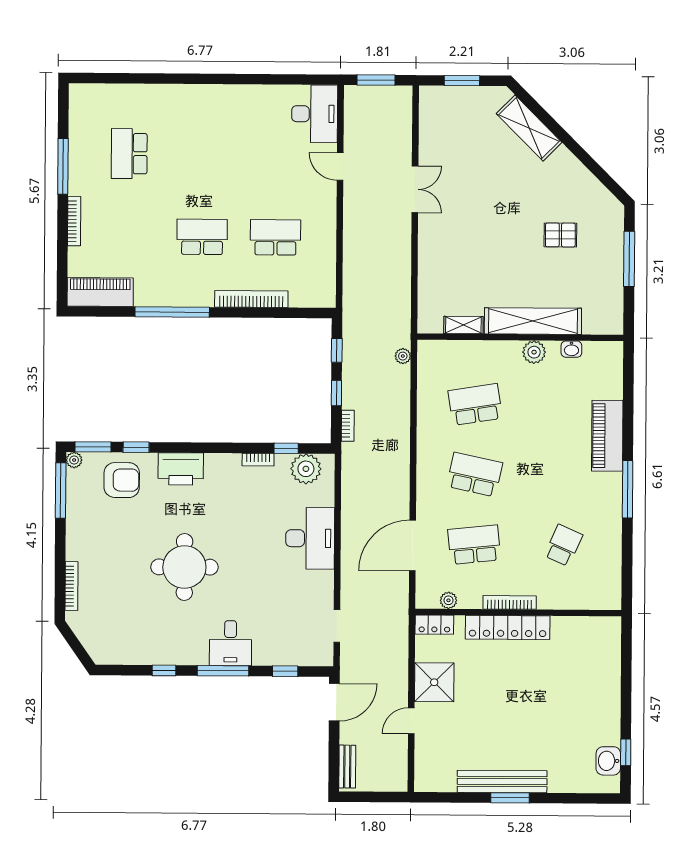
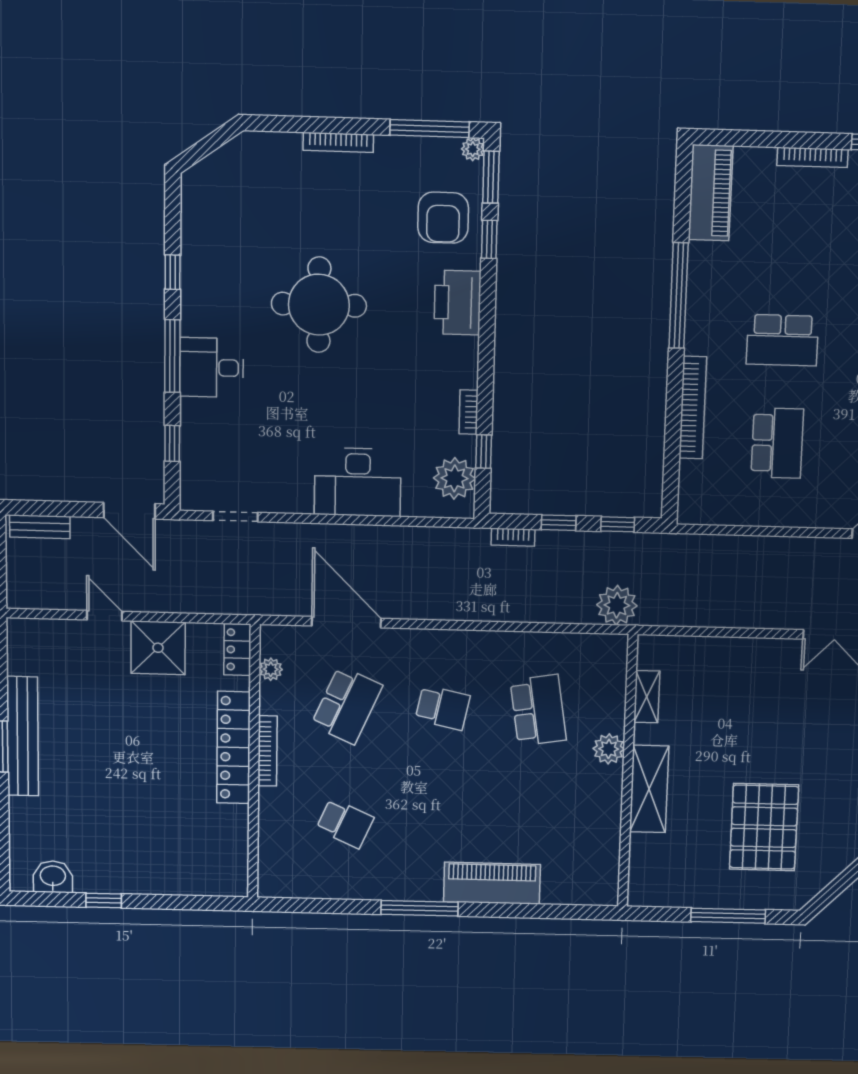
pallet: (560, 235) -> (764, 827), width x2.05, depth x2.00
school desk: (202, 237) -> (782, 340), turned 90
shelving: (533, 321) -> (649, 789), width x0.68
washbasin: (571, 349) -> (610, 839), removed
plant: (534, 352) -> (609, 749), moved
plant: (403, 356) -> (617, 605), width x1.88, depth x1.88
school desk: (475, 475) -> (443, 708), width x0.54
school desk: (474, 545) -> (347, 705), turned 30
bookcase: (71, 586) -> (338, 142), moved
window: (626, 752) -> (104, 901), moved

